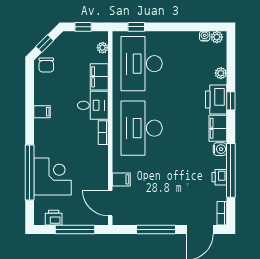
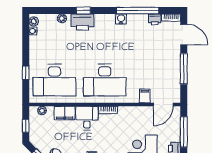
window: (136, 27) -> (26, 73), moved
filing cabinet: (218, 128) -> (105, 21), removed
printer: (219, 177) -> (155, 19), moved

